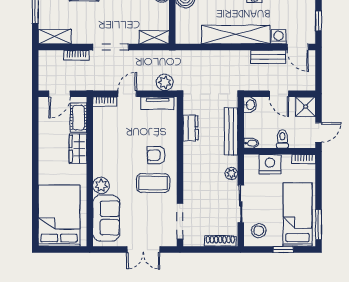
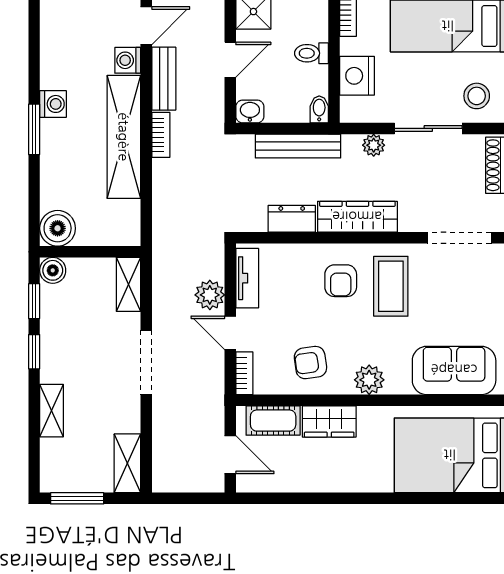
bookcase: (76, 55) -> (161, 135), moved
plant: (165, 82) -> (210, 295), moved
armchair: (111, 138) -> (310, 363), added
wardrobe: (192, 164) -> (357, 217), added
plant: (101, 185) -> (369, 380), moved

